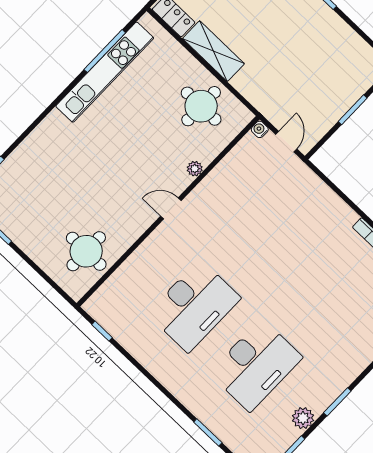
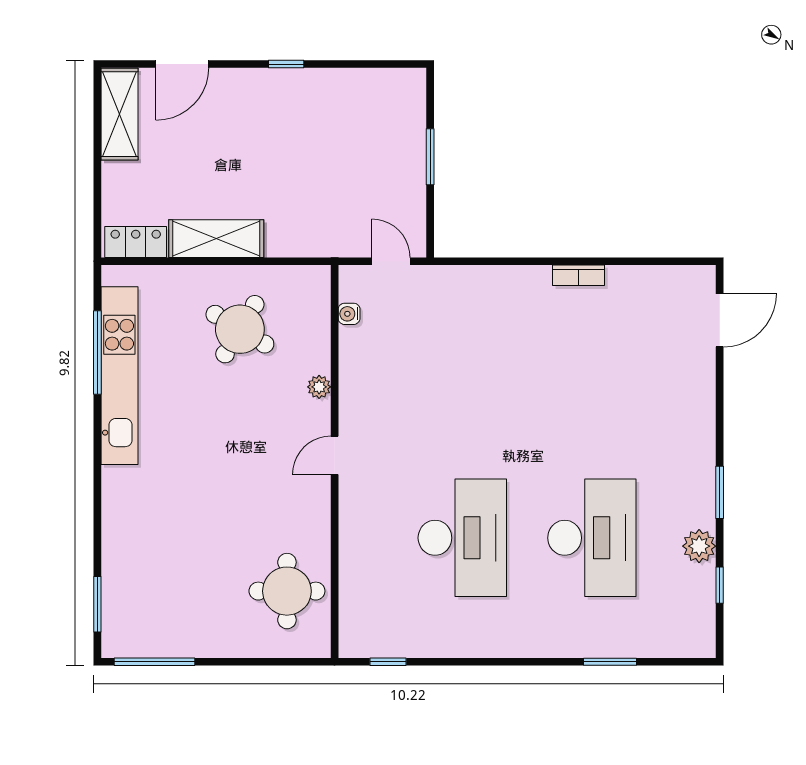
round table: (201, 106) -> (240, 329), moved, turned 31
water cooler: (260, 129) -> (349, 314), moved

